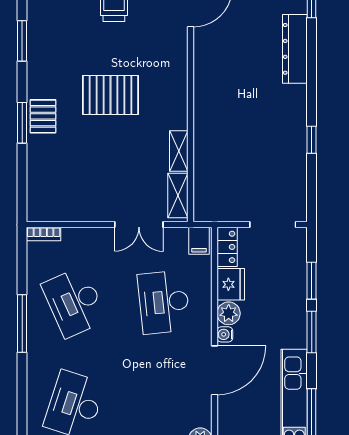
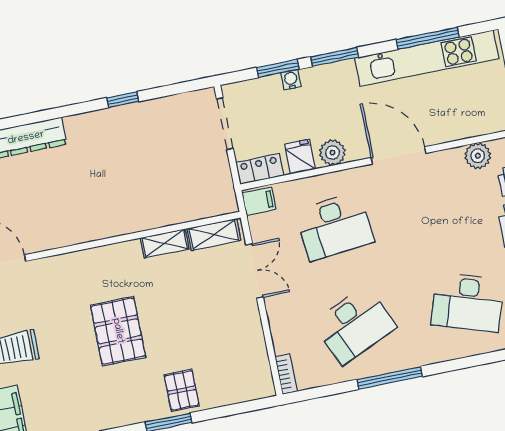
pallet: (43, 116) -> (182, 390), moved, turned 90
fridge: (231, 284) -> (300, 157), width x0.72
water cooler: (225, 334) -> (291, 80), moved, turned 180

